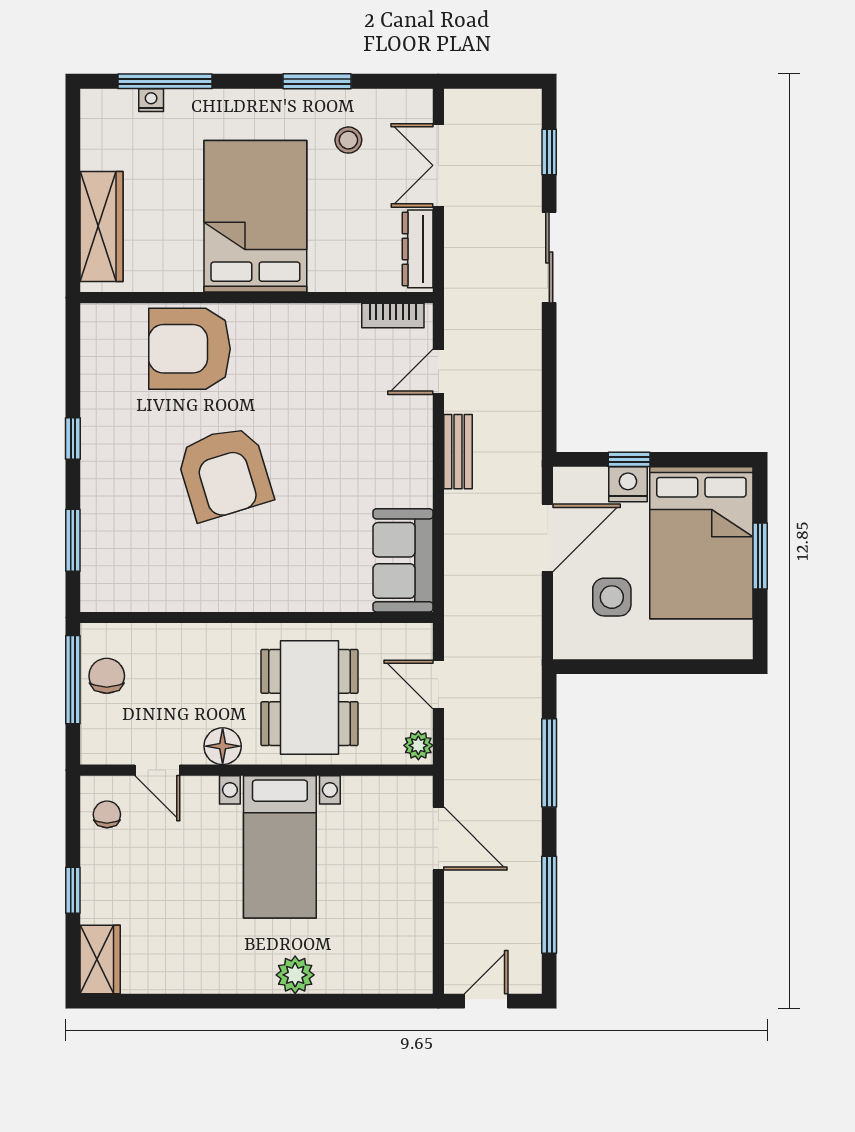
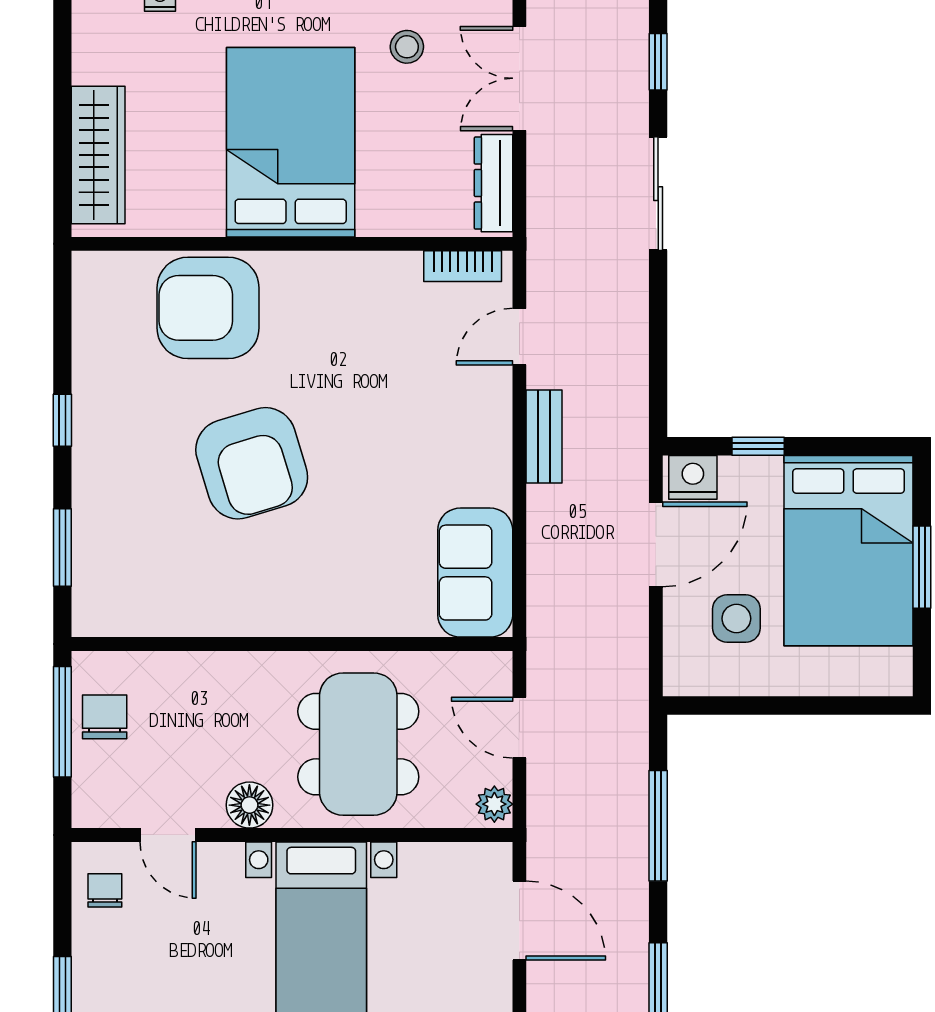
nightstand: (628, 484) -> (693, 477), moved

